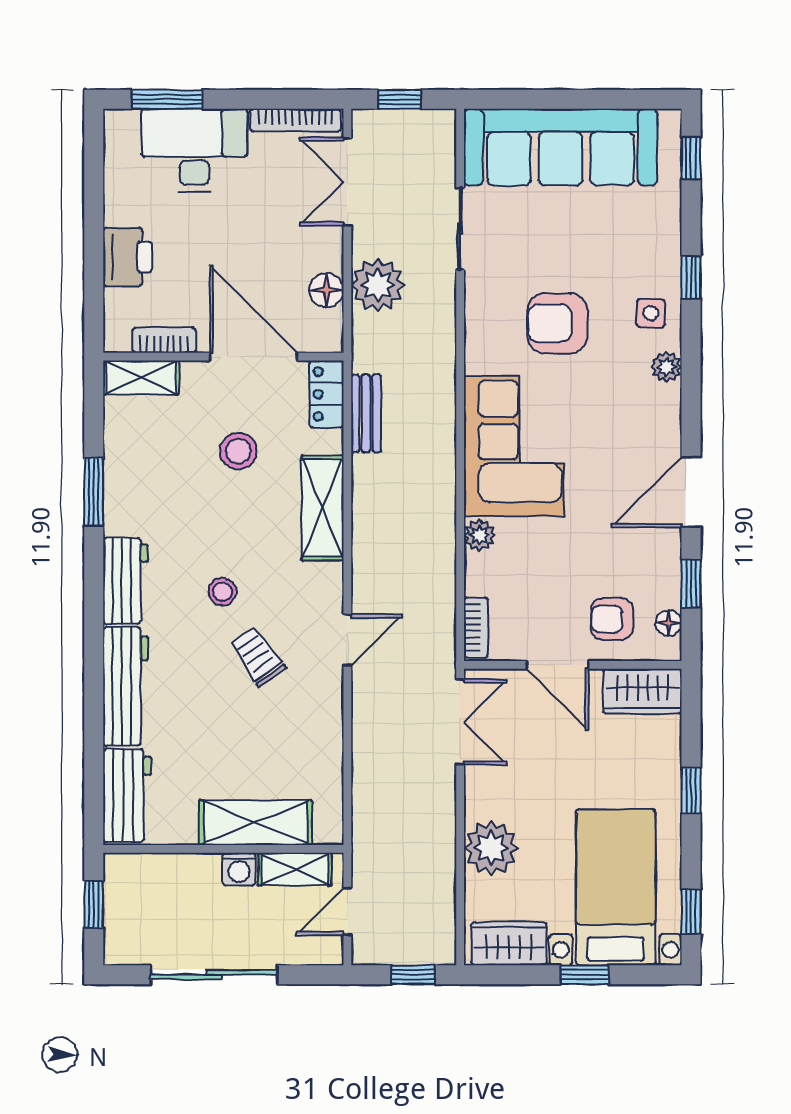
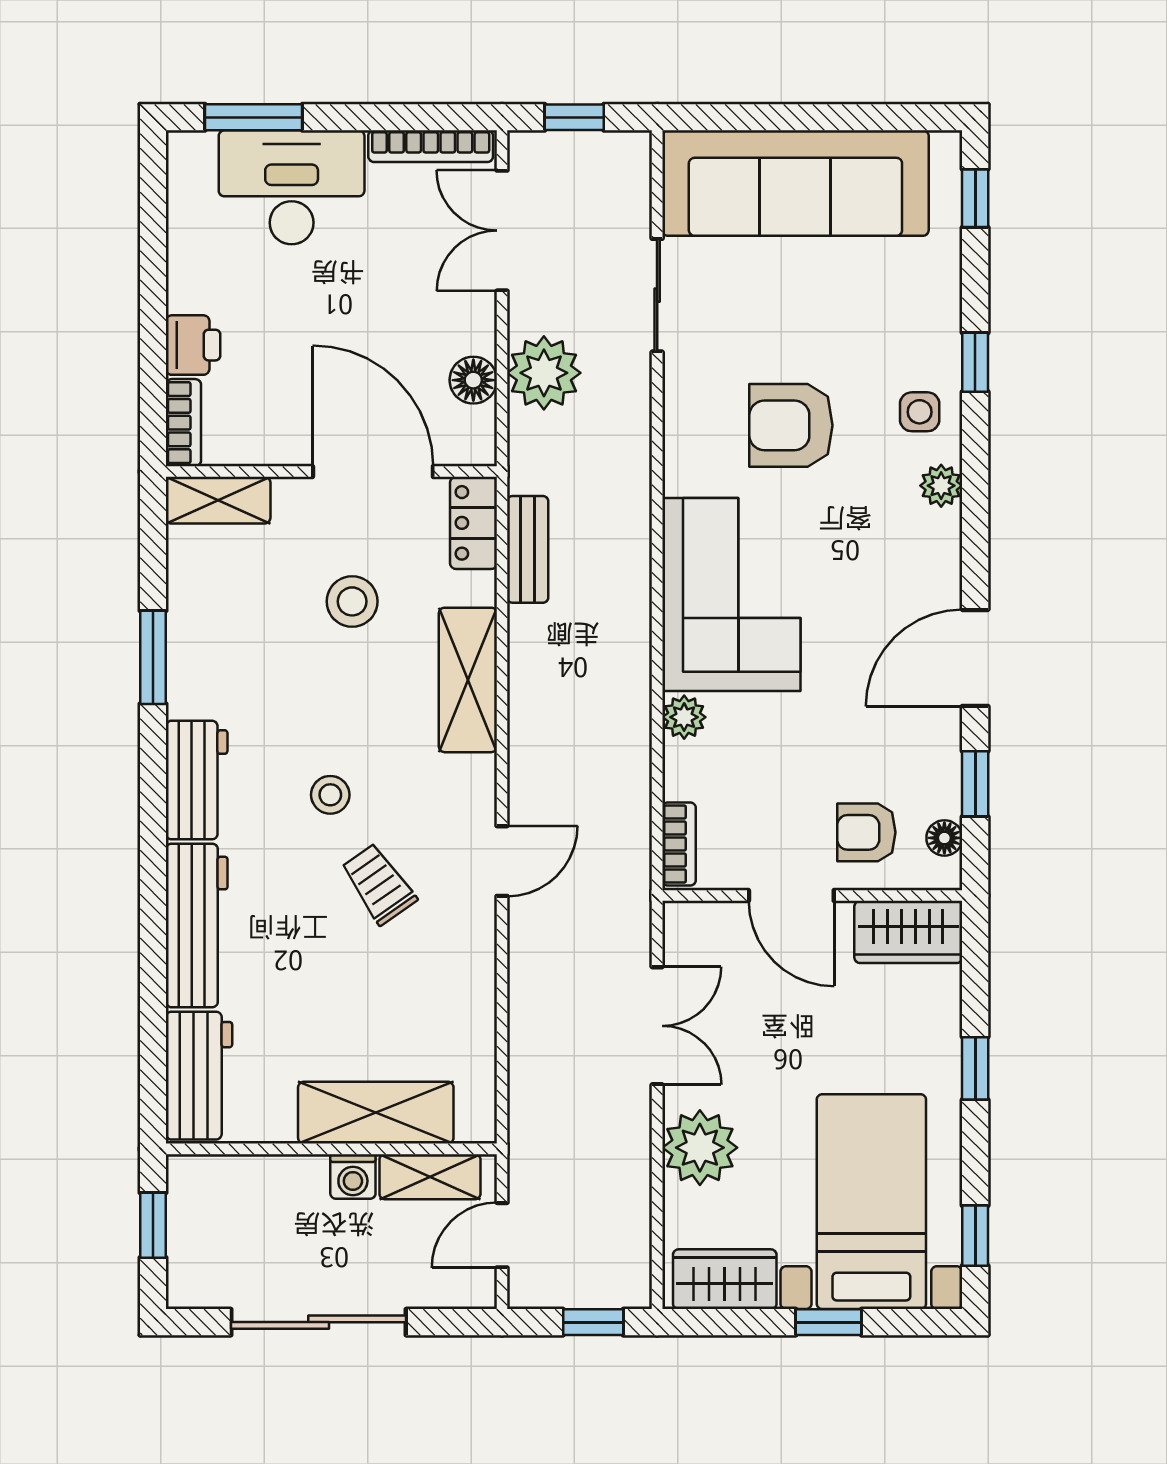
printer: (127, 257) -> (193, 345), width x0.73, depth x0.81
bookcase: (164, 340) -> (183, 423), moved, turned 90
double door: (460, 722) -> (657, 1026), moved

